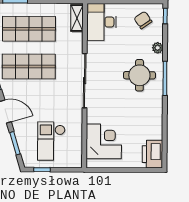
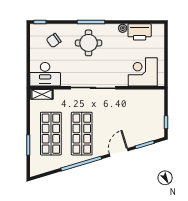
chair: (143, 20) -> (54, 40), moved
plant: (158, 48) -> (123, 28), moved
checkout: (51, 141) -> (143, 115), removed
printer: (152, 154) -> (140, 32), moved

